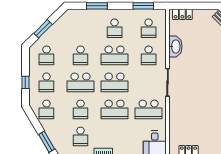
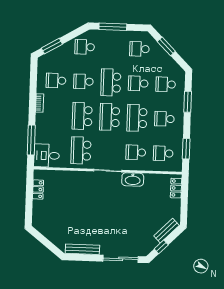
washbasin: (175, 46) -> (133, 179), moved
window: (25, 82) -> (113, 27), width x2.17
school desk: (46, 82) -> (166, 84), moved

